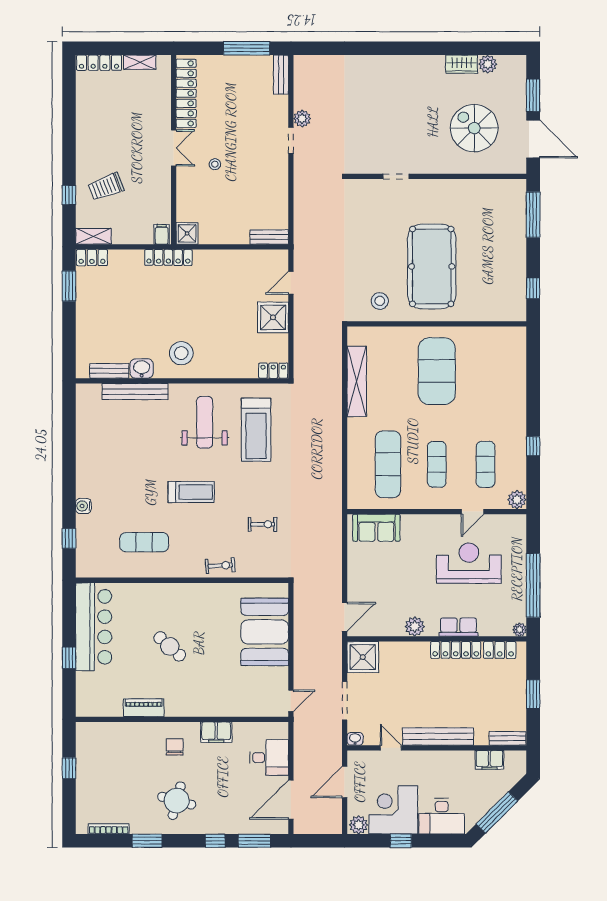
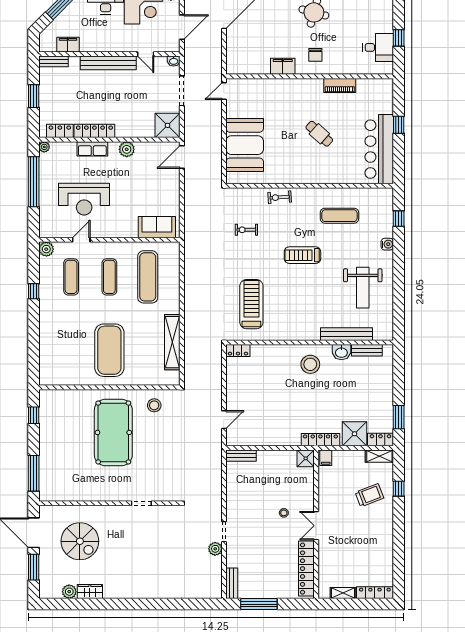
shower: (273, 317) -> (355, 434), moved
weight bench: (205, 422) -> (363, 288), moved
desk: (269, 758) -> (378, 47), moved, turned 180

